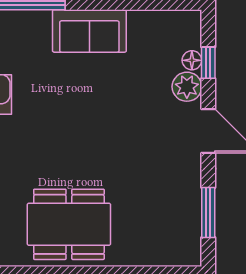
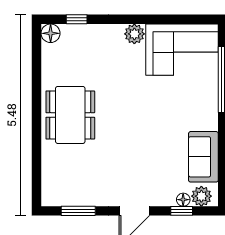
sofa: (89, 31) -> (203, 157), moved
plant: (187, 87) -> (201, 196), moved

